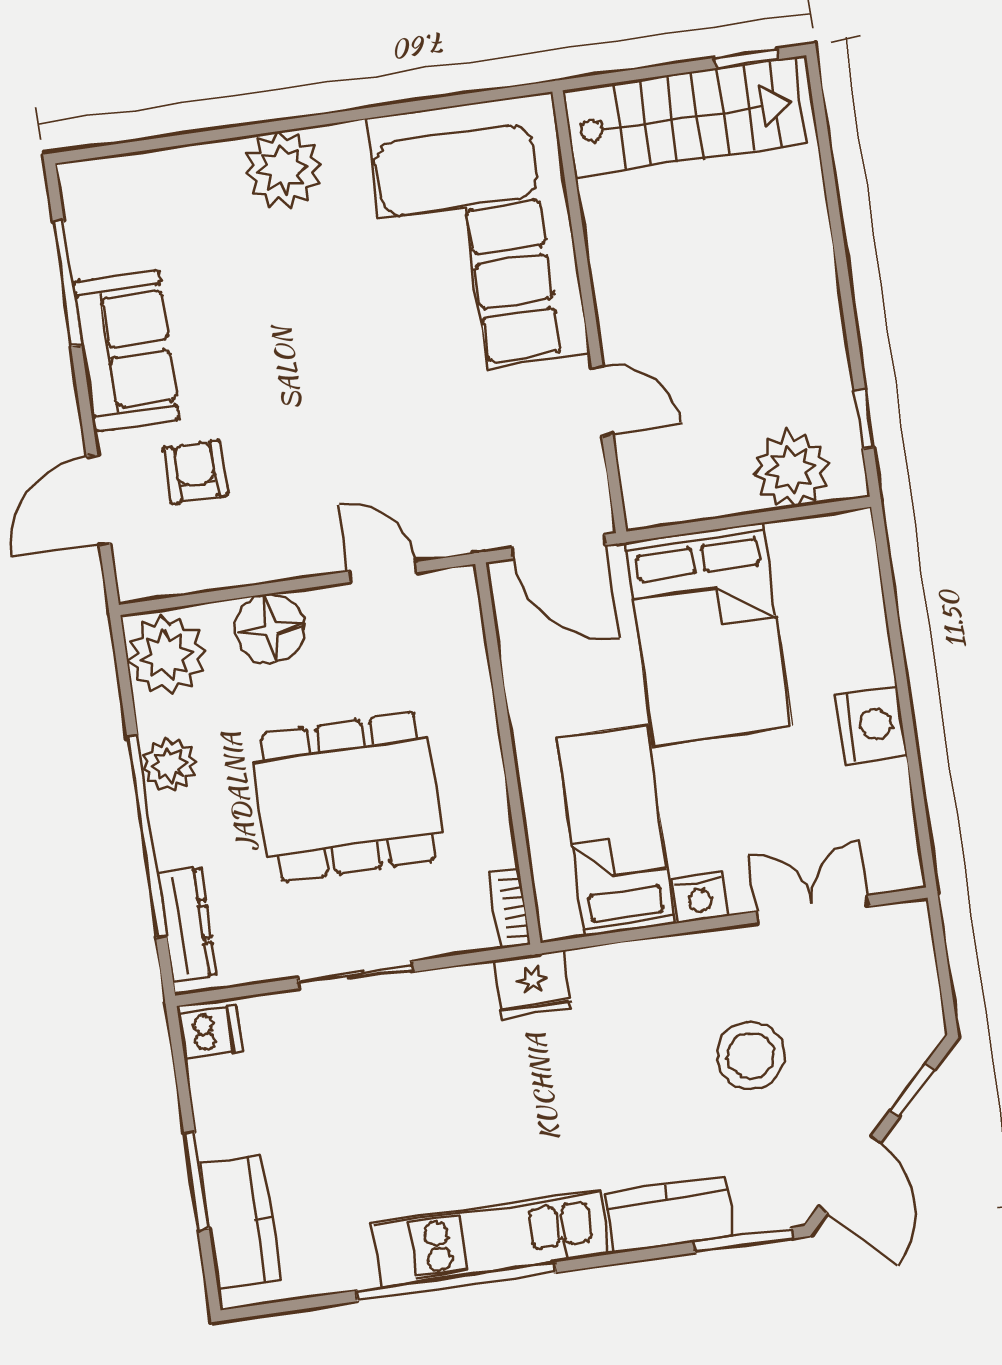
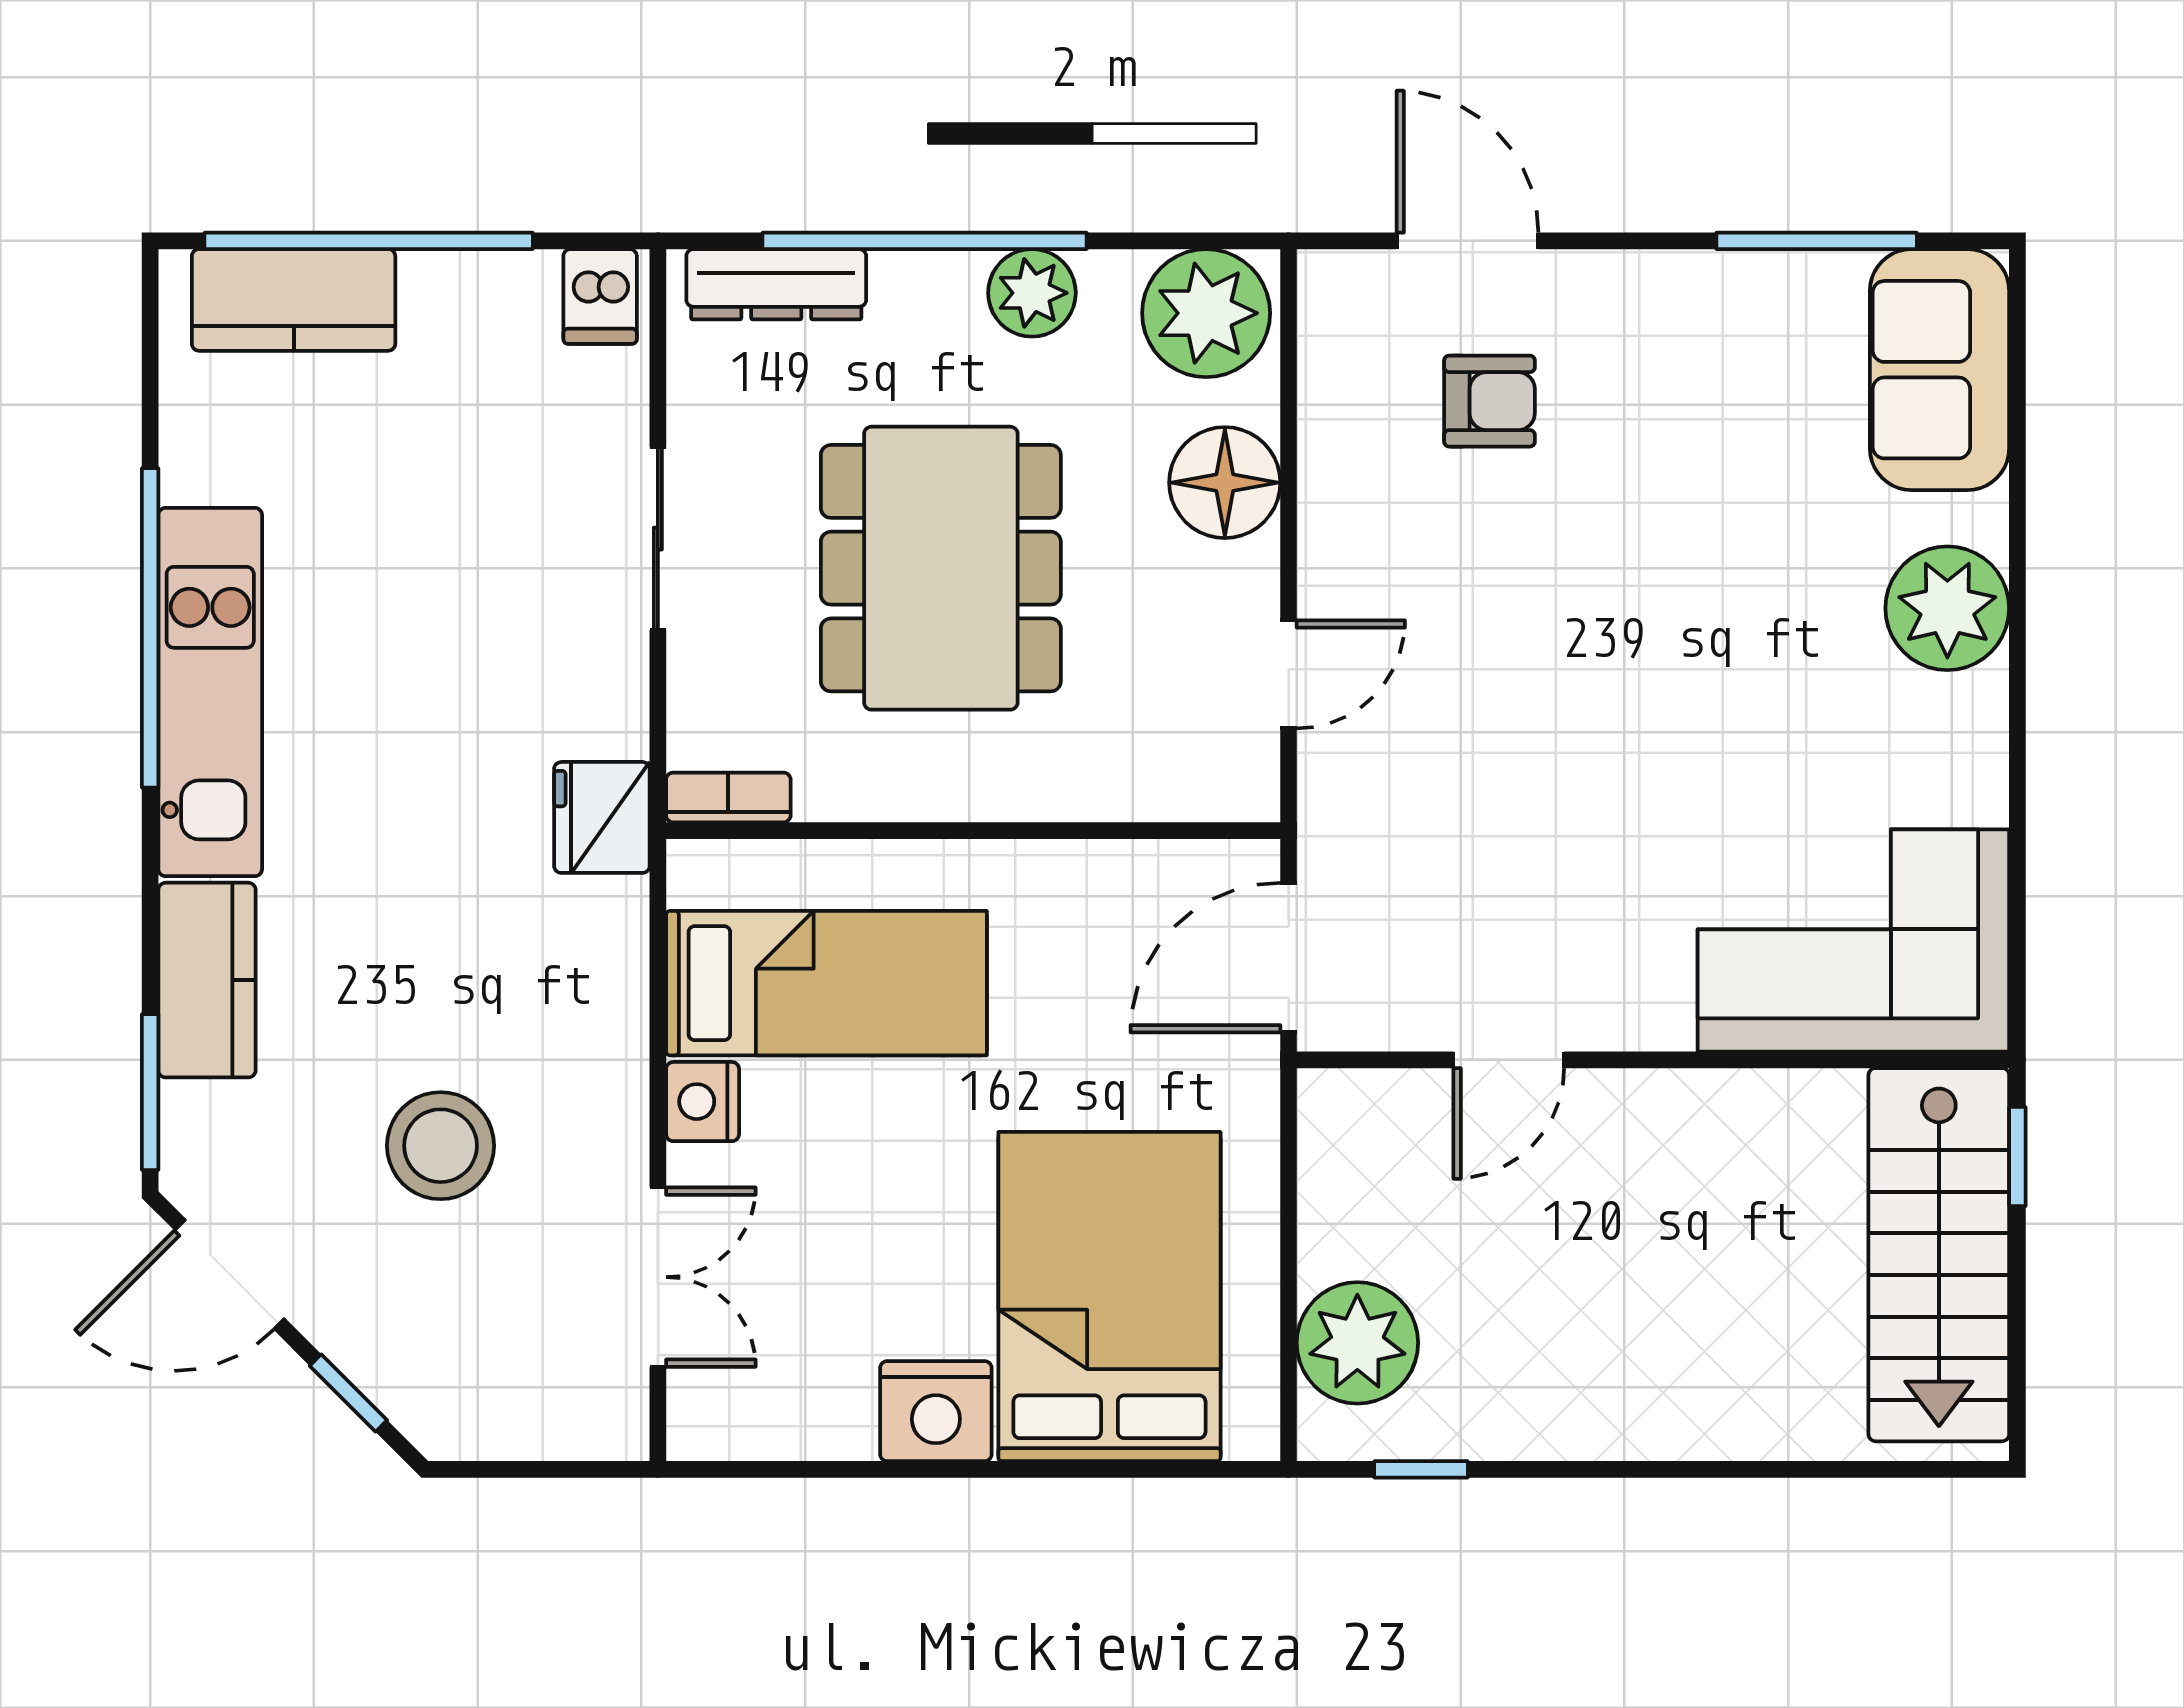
window: (747, 58) -> (2017, 1157), moved
corner sofa: (478, 237) -> (1853, 940), width x0.73, depth x0.74
sofa: (126, 351) -> (1940, 370), moved, turned 90
bed: (709, 634) -> (1109, 1297), moved, turned 90
window: (196, 1181) -> (369, 241), width x2.11

